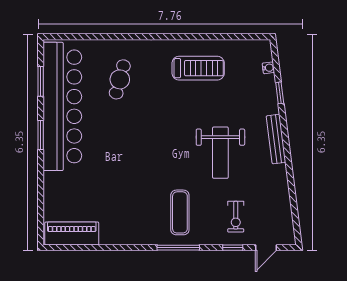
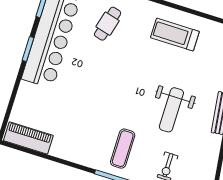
treadmill: (198, 68) -> (175, 35), turned 180

